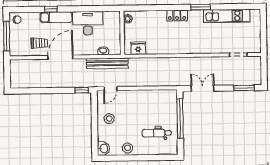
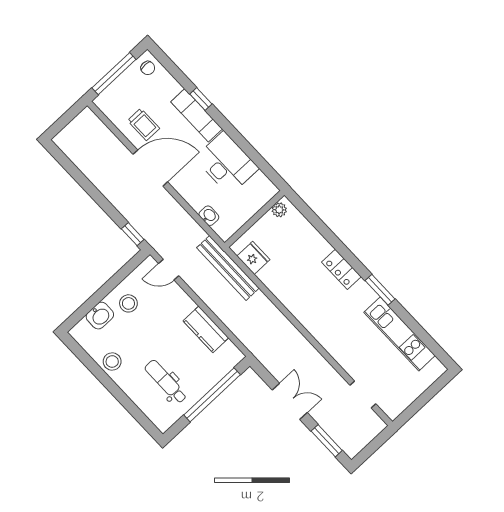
bench: (107, 63) -> (228, 268), moved
double door: (203, 88) -> (290, 401), moved
kitchen counter: (150, 96) -> (206, 329), added
washbasin: (104, 149) -> (100, 316), moved

